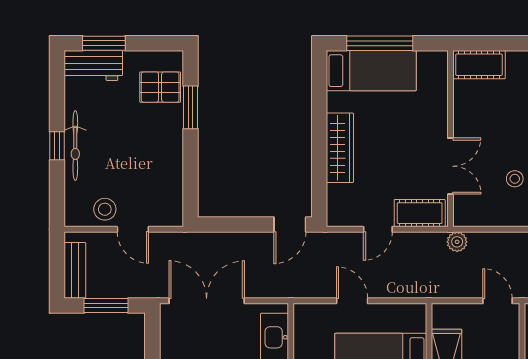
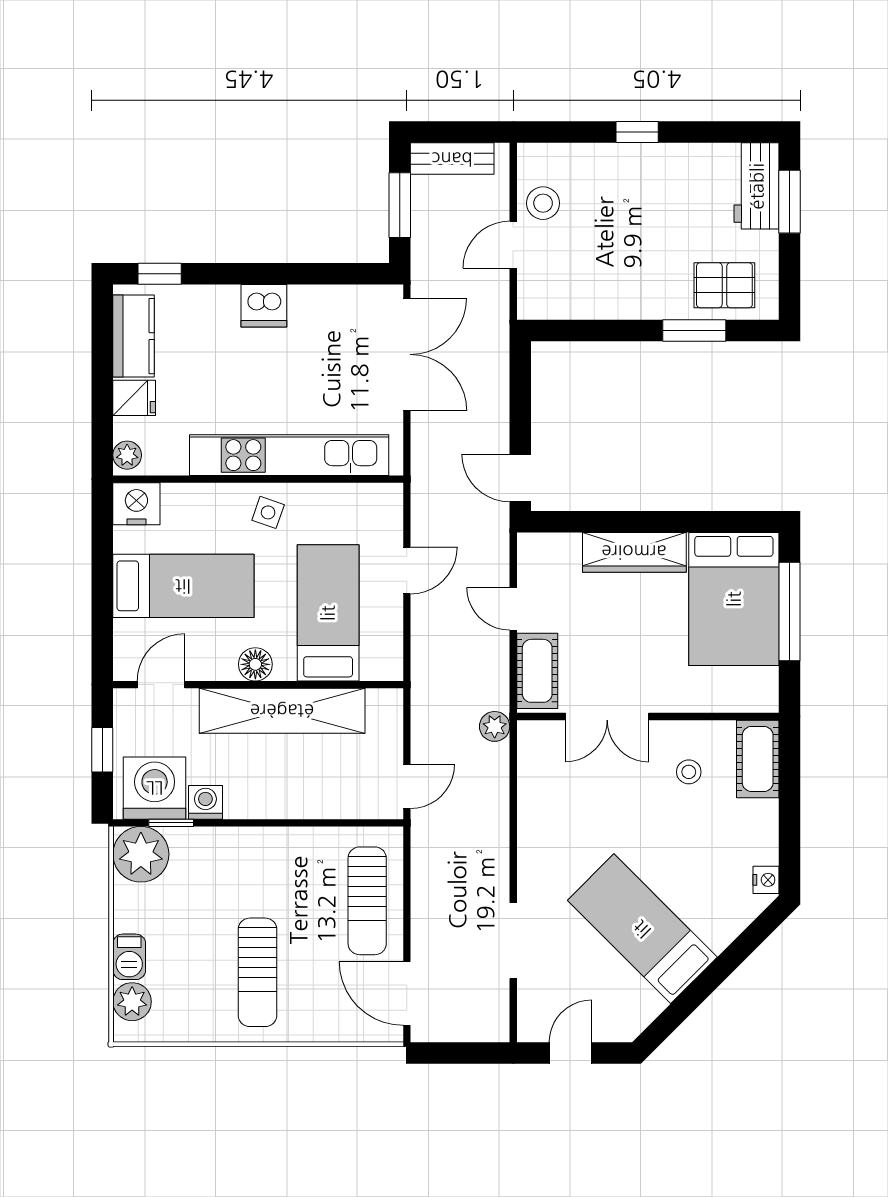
bed: (371, 71) -> (734, 599), width x1.50
pallet: (160, 87) -> (724, 285), turned 90
bicycle: (75, 145) -> (638, 159), removed
stool: (515, 179) -> (689, 772), moved

